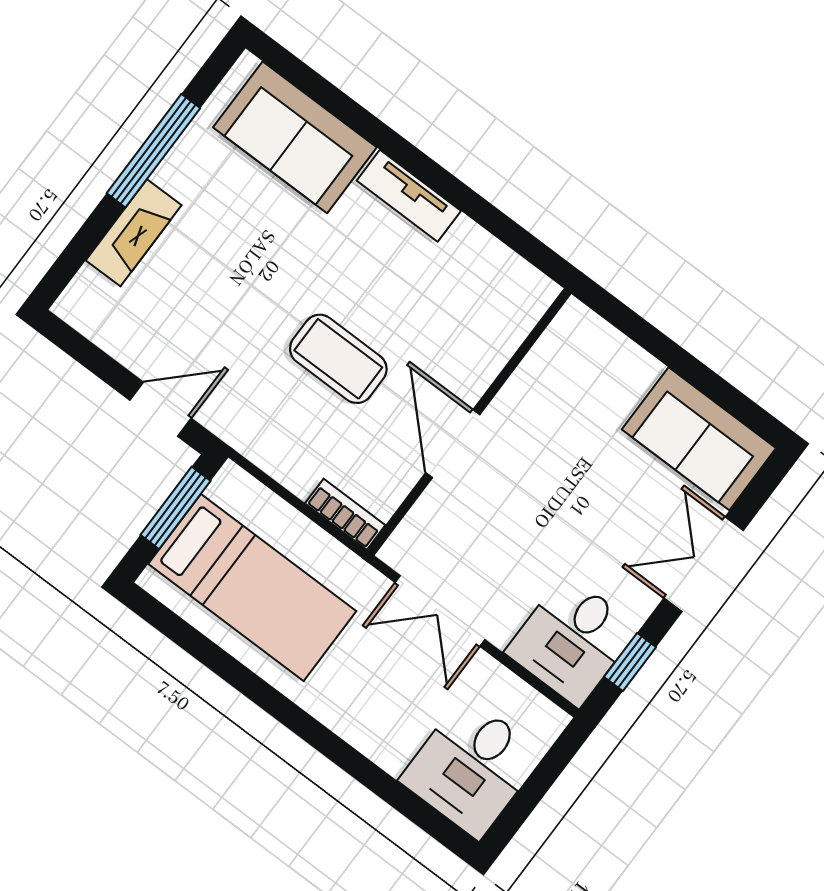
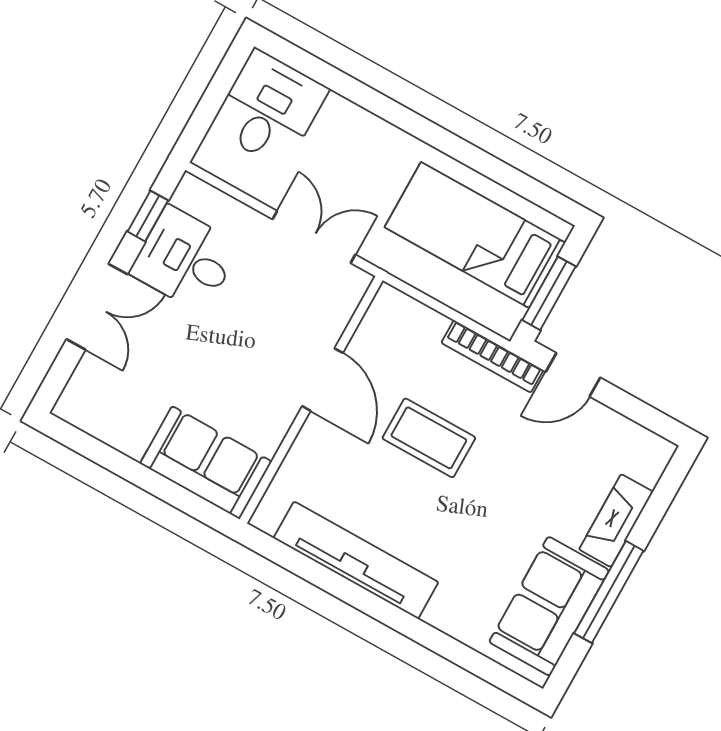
sofa: (295, 137) -> (549, 606), moved, turned -90
tv unit: (409, 196) -> (356, 560), width x1.92, depth x1.29
sofa: (699, 439) -> (206, 463), moved
bookcase: (345, 514) -> (492, 356), moved, width x1.56
desk: (572, 640) -> (185, 259), moved, turned -90

